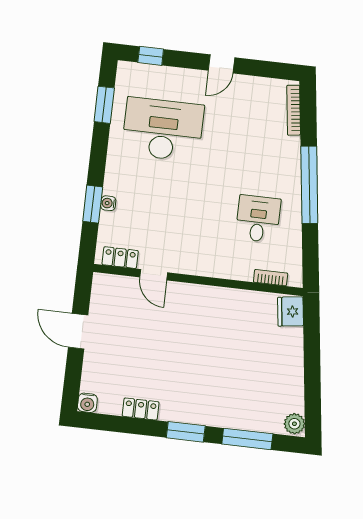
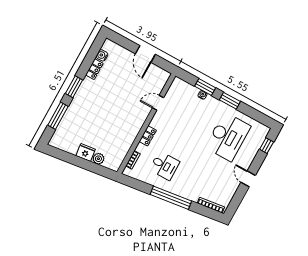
window: (104, 105) -> (230, 101), moved
locker: (120, 258) -> (148, 136), moved
fridge: (291, 312) -> (86, 152), moved
door: (78, 331) -> (145, 54), swing flipped
water cooler: (87, 403) -> (102, 55), moved
plant: (294, 424) -> (98, 159), moved

